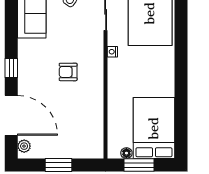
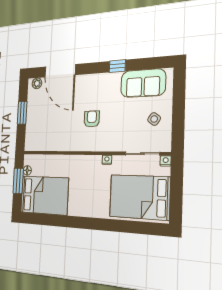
window: (11, 68) -> (117, 66), moved
door: (11, 115) -> (60, 71), hinge flipped

